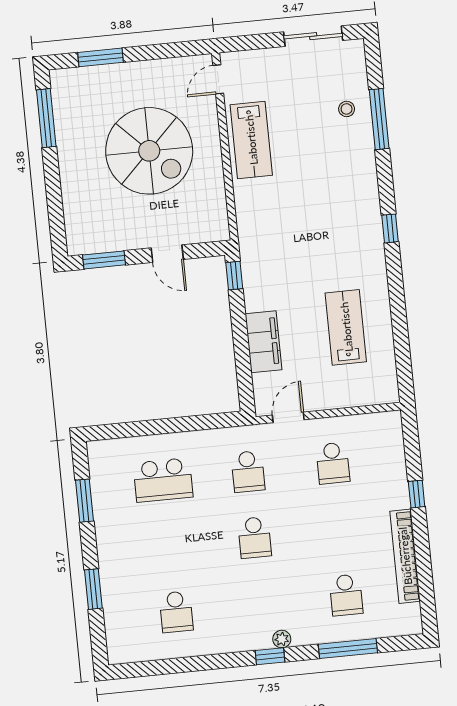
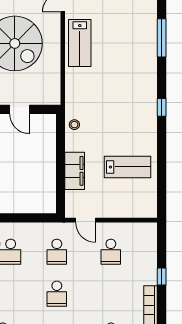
stool: (347, 109) -> (74, 125), moved
window: (234, 276) -> (61, 127), removed
lab bench: (346, 327) -> (127, 167), turned 90
door: (288, 417) -> (86, 220), swing flipped

